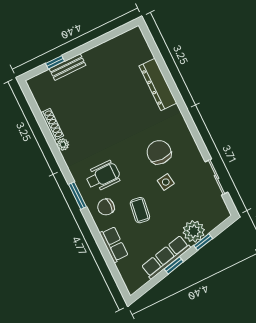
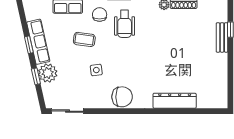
chair: (159, 152) -> (122, 97), moved
sliding door: (216, 177) -> (67, 111), moved

